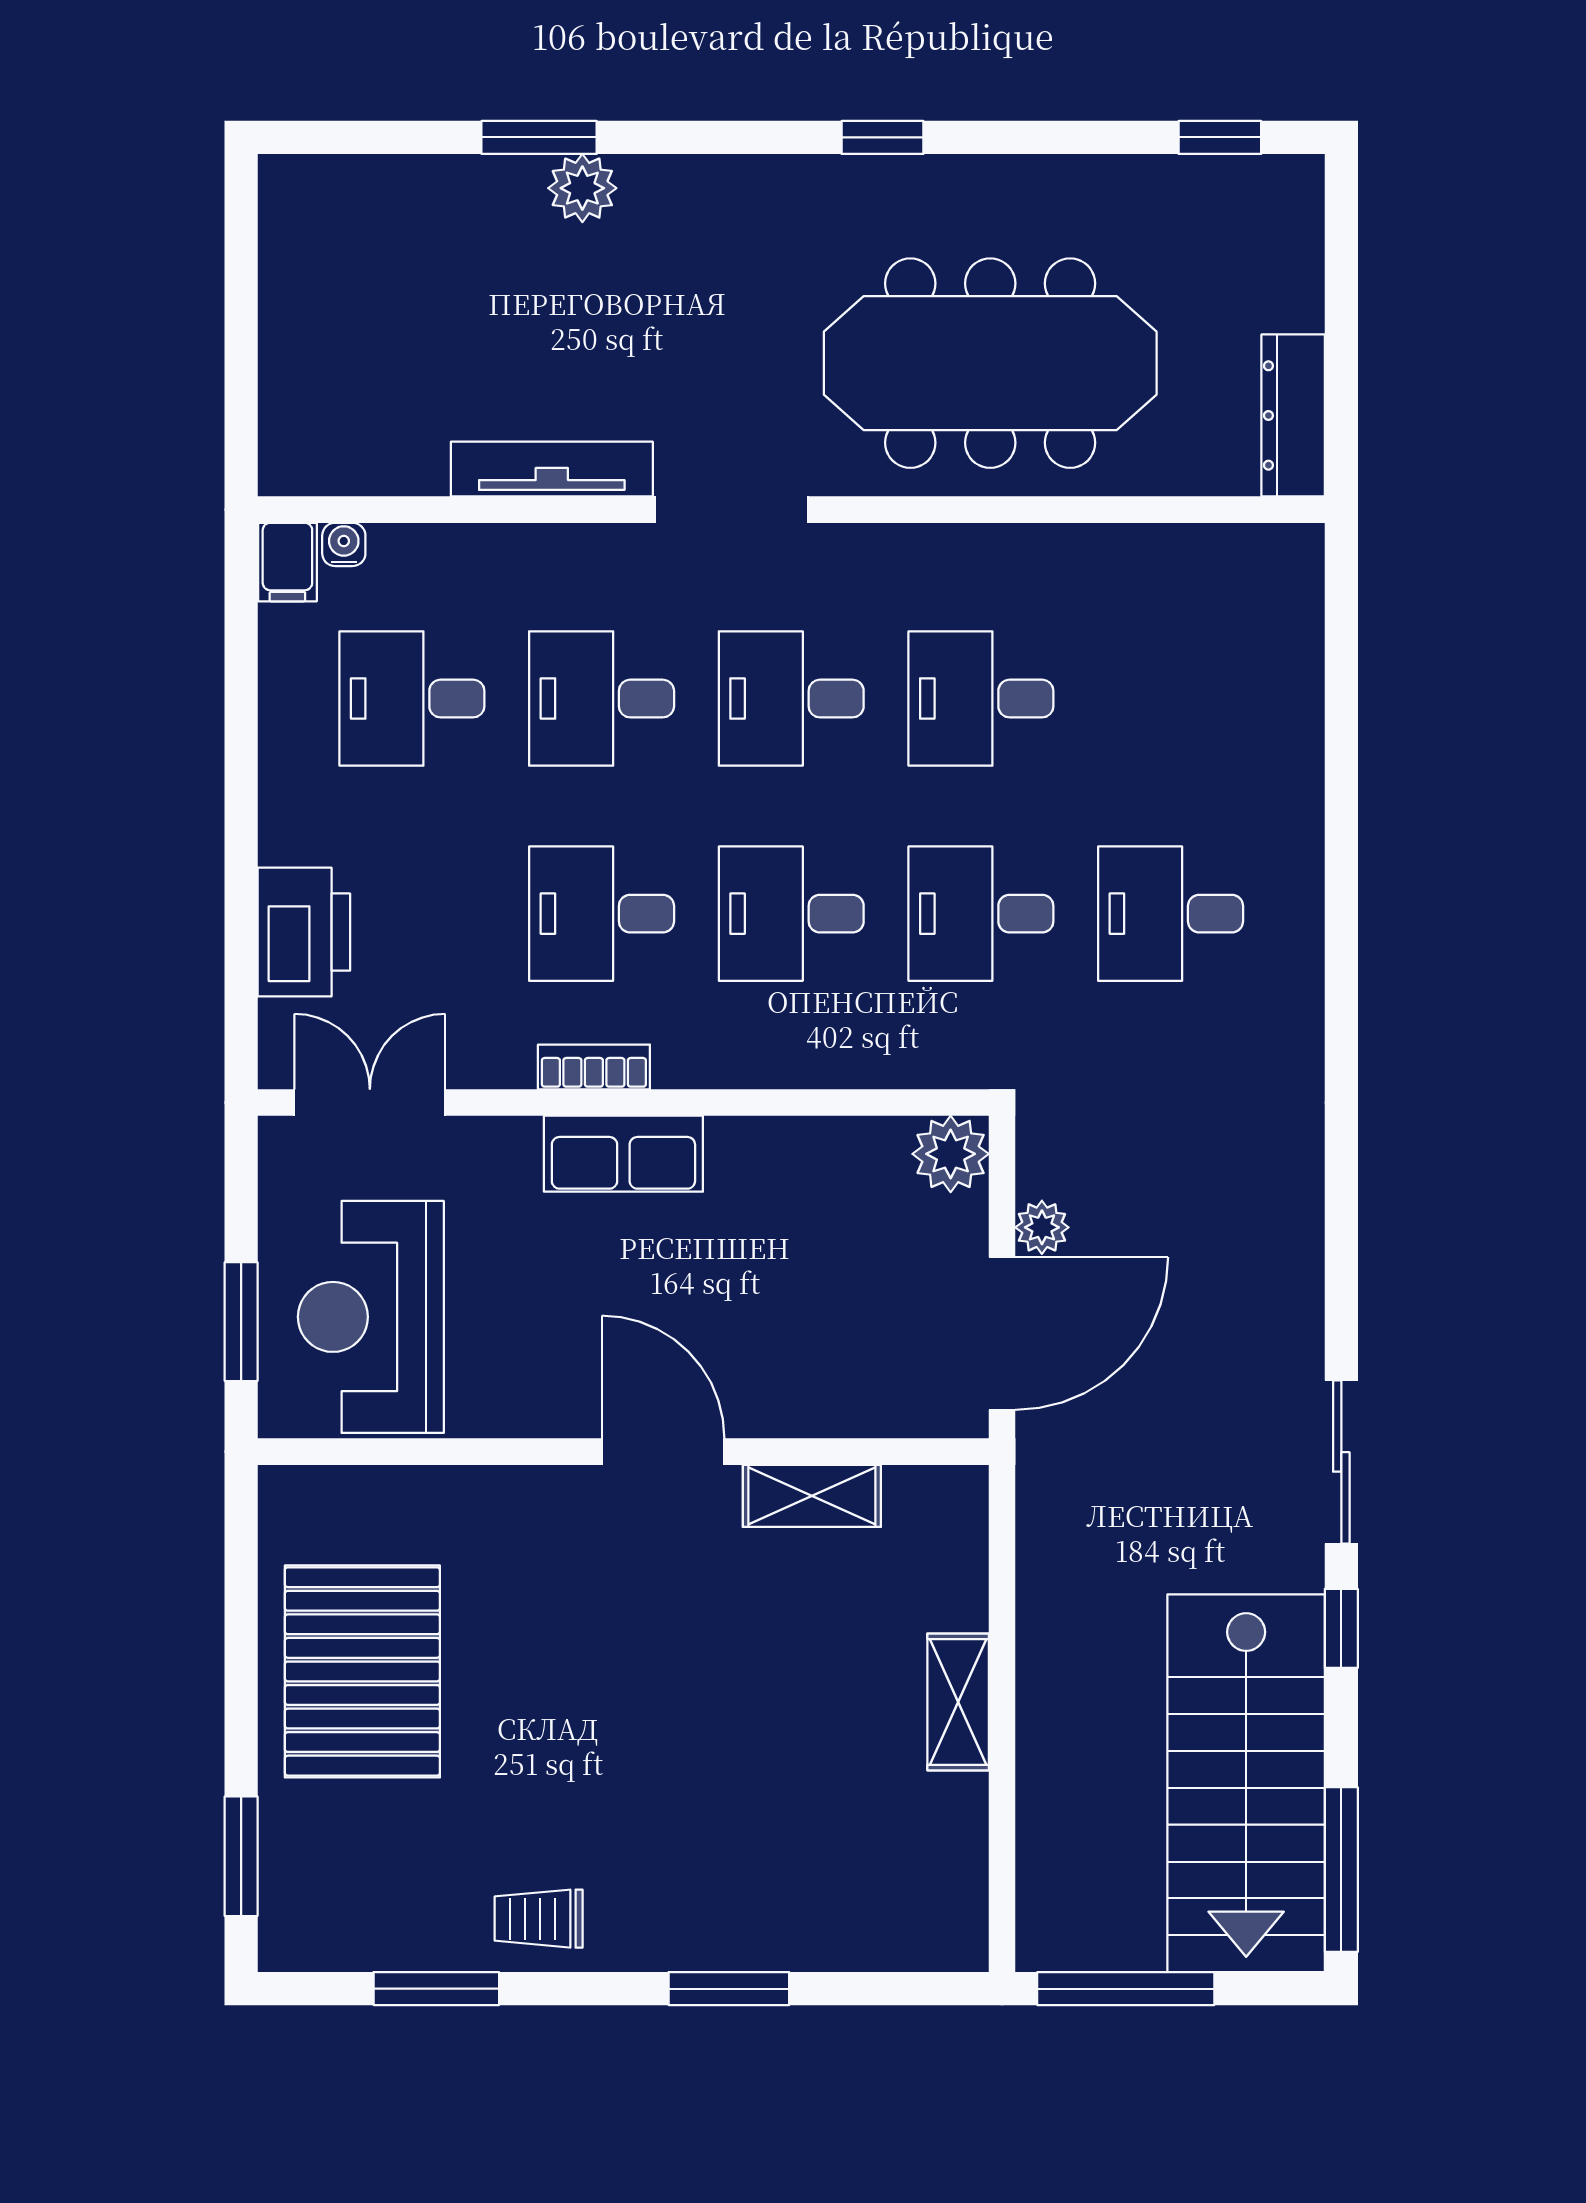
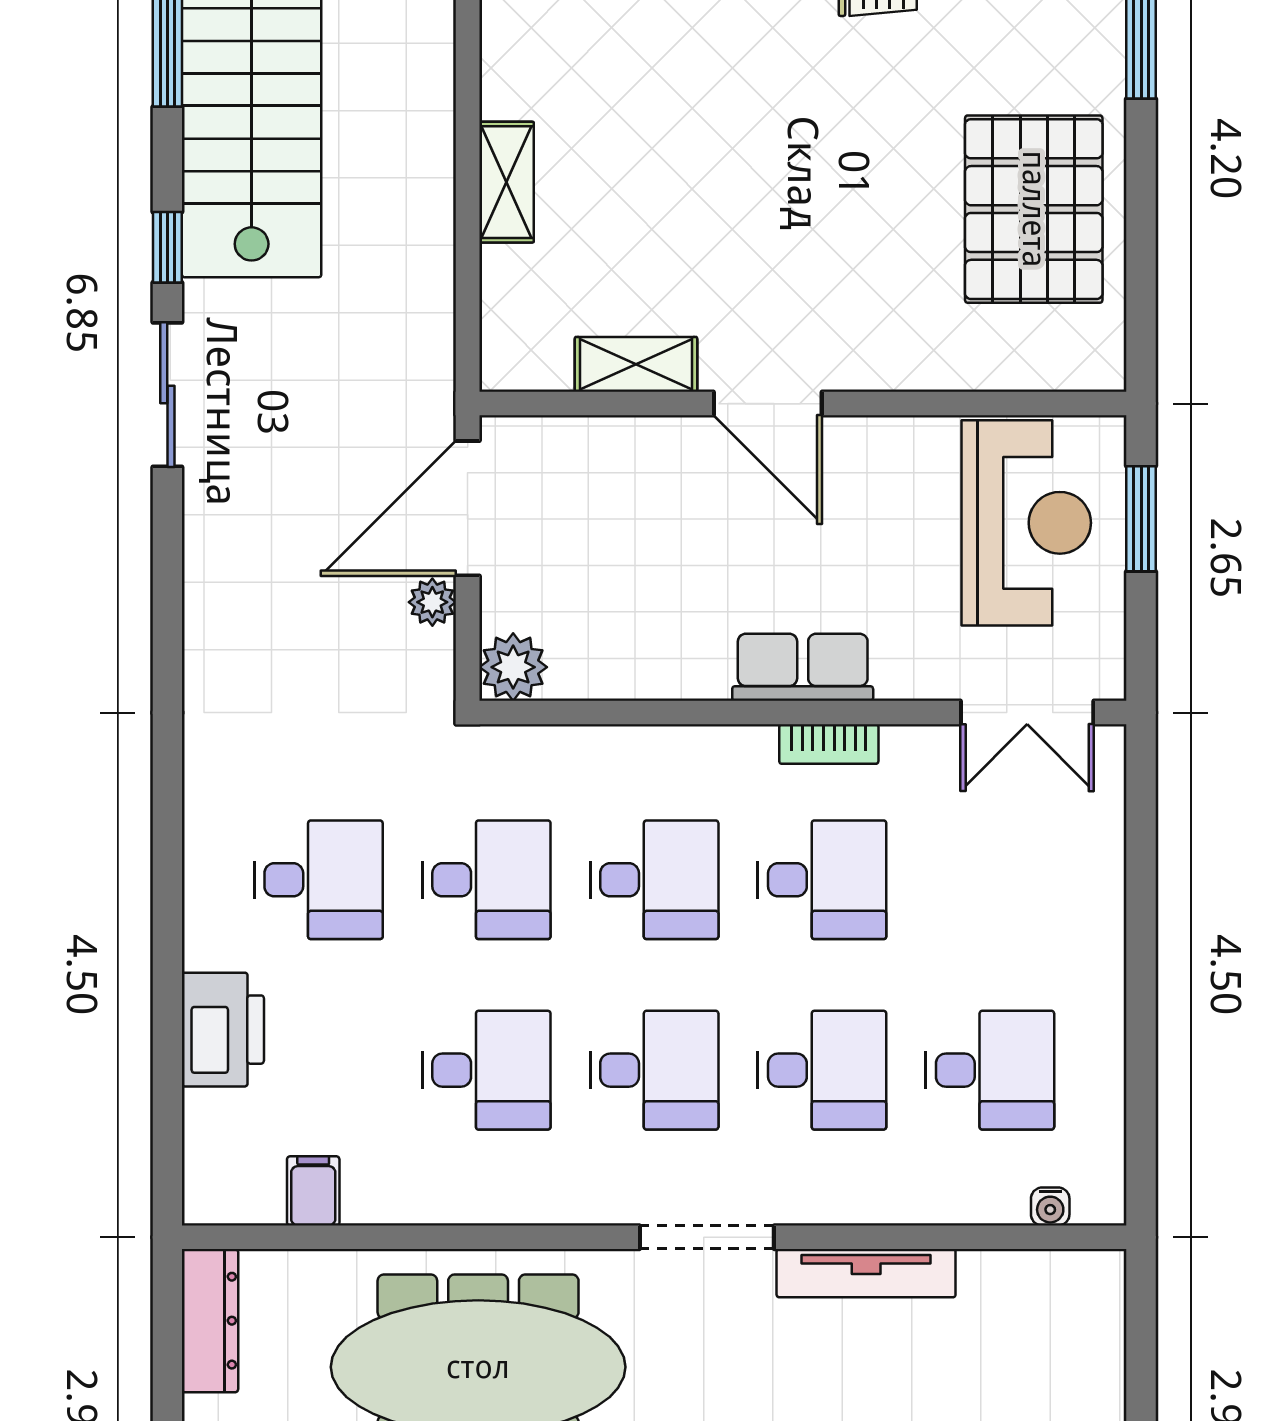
filing cabinet: (287, 562) -> (313, 1191), moved
printer: (304, 932) -> (223, 1030), moved, turned 180

